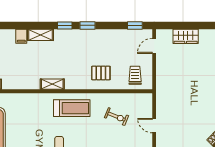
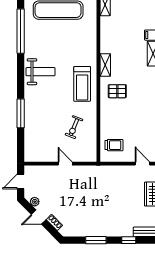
pallet: (101, 73) -> (117, 91), moved, turned 90
door: (154, 126) -> (65, 164), hinge flipped

